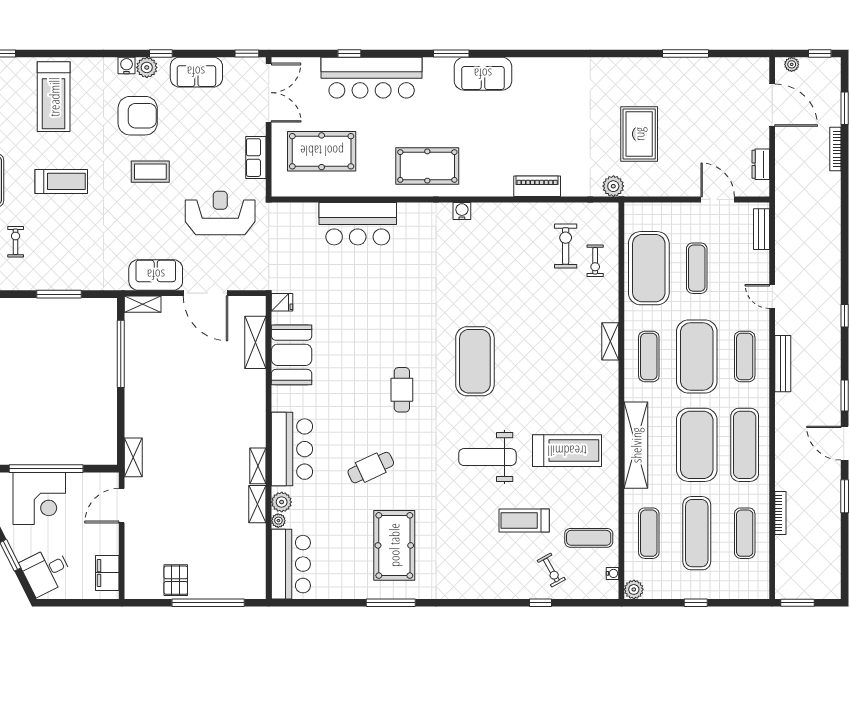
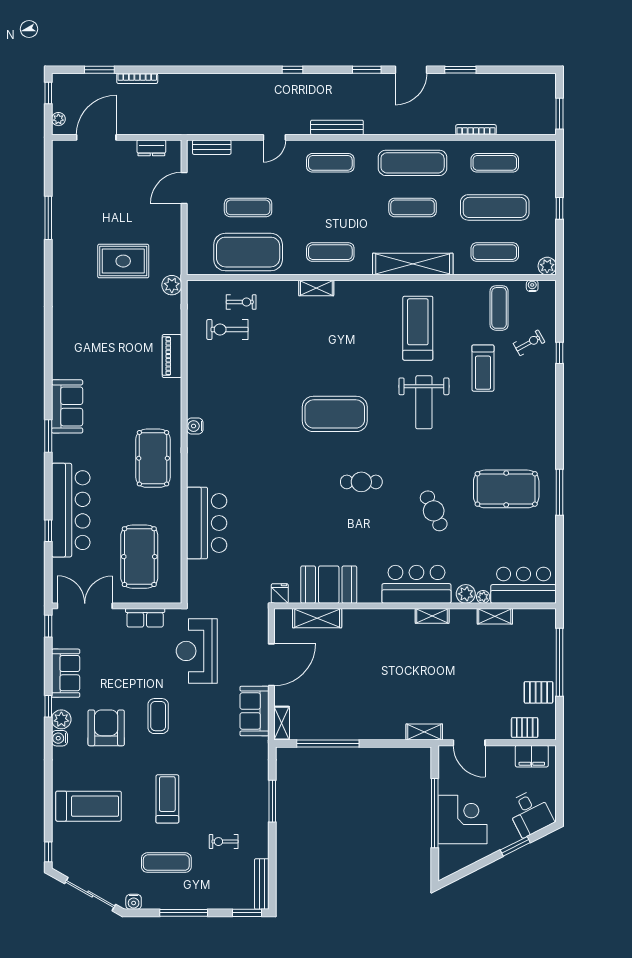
exercise mat: (697, 356) -> (330, 207), removed
exercise mat: (697, 445) -> (413, 207), width x0.50, depth x0.69
shelving: (257, 504) -> (495, 616), moved
pallet: (138, 565) -> (525, 728), added

